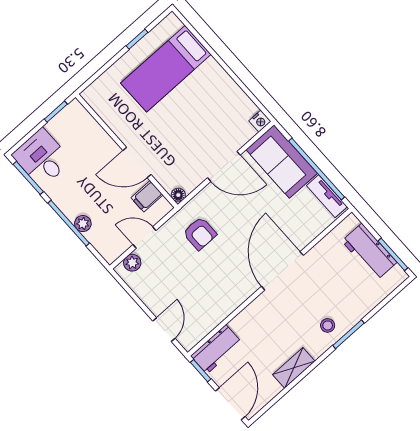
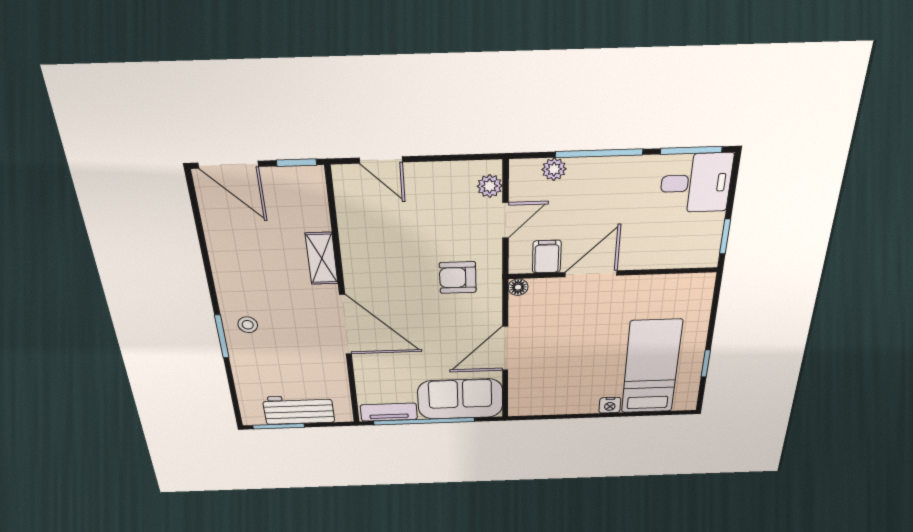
nightstand: (260, 121) -> (610, 405), moved, turned -90
plant: (83, 224) -> (554, 169), moved
workbench: (216, 349) -> (310, 199), removed
shelving: (294, 368) -> (322, 259), moved

